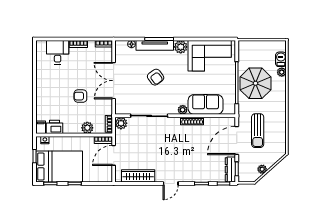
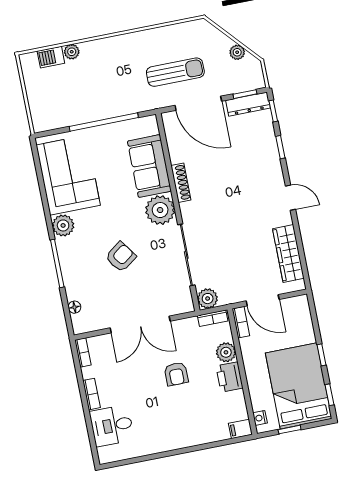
tv unit: (155, 45) -> (69, 269), removed
parasol: (255, 83) -> (98, 91), removed
plant: (183, 110) -> (160, 210), width x1.88, depth x1.88
printer: (54, 127) -> (229, 377), moved

